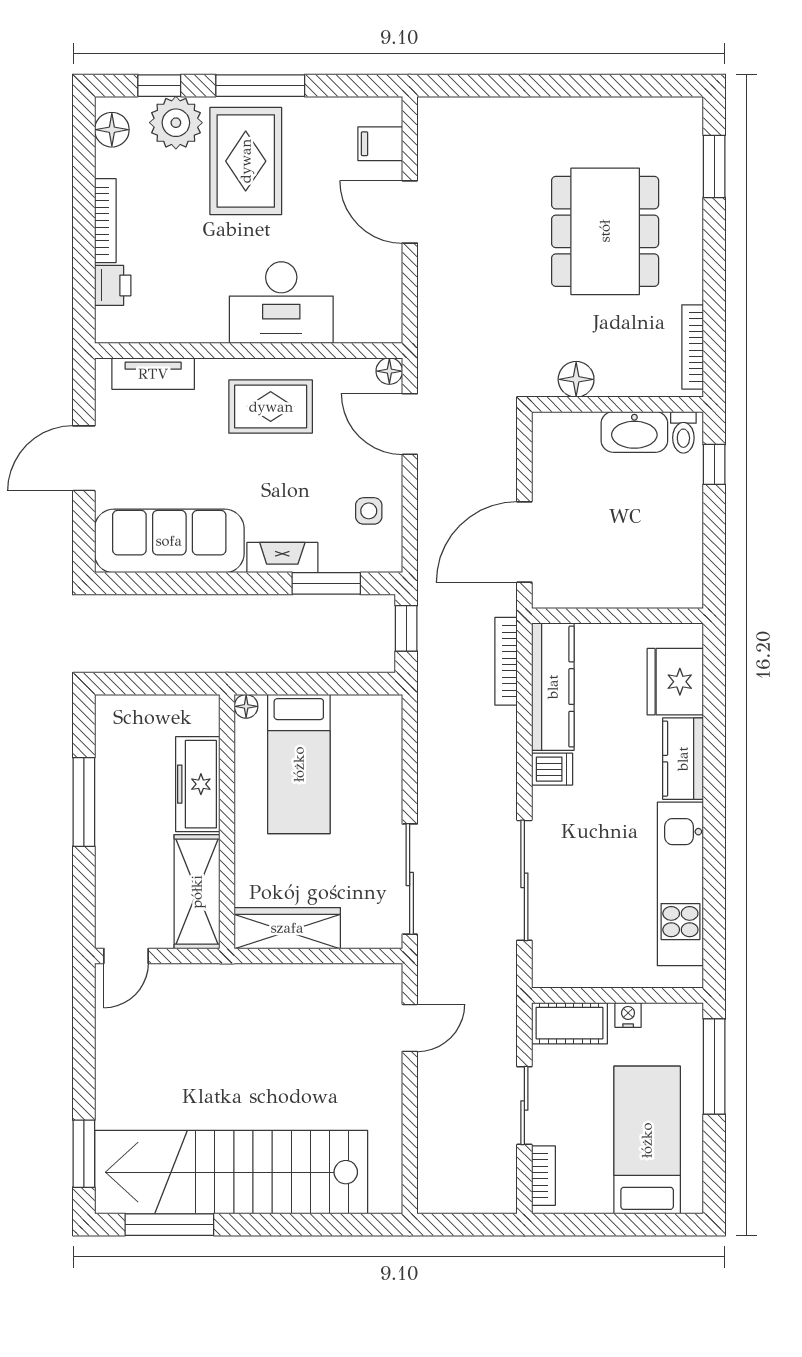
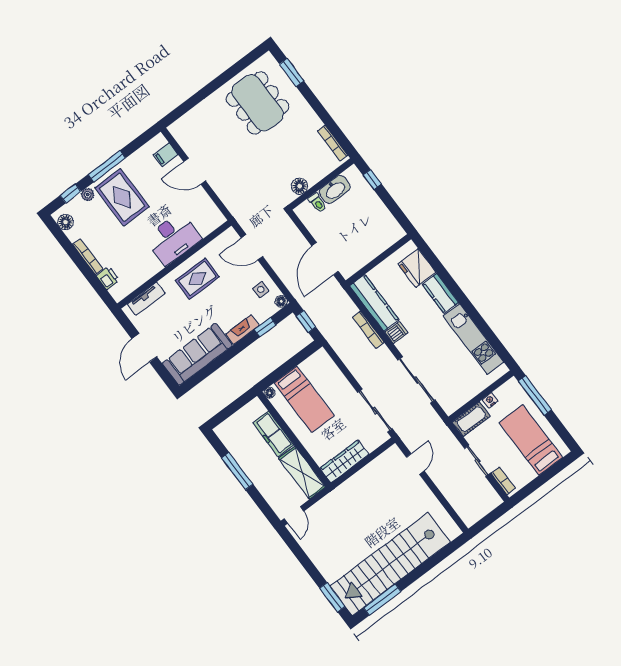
plant: (176, 123) -> (88, 195), width x0.53, depth x0.53
dining table: (605, 231) -> (258, 103), moved
floor lamp: (389, 371) -> (281, 301), moved
toilet: (683, 432) -> (317, 203), moved
window: (326, 583) -> (265, 327), width x0.67
bookcase: (506, 661) -> (368, 330), moved

